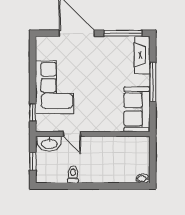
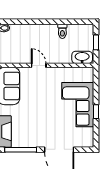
window: (33, 112) -> (96, 112), moved
door: (72, 134) -> (39, 65), moved

